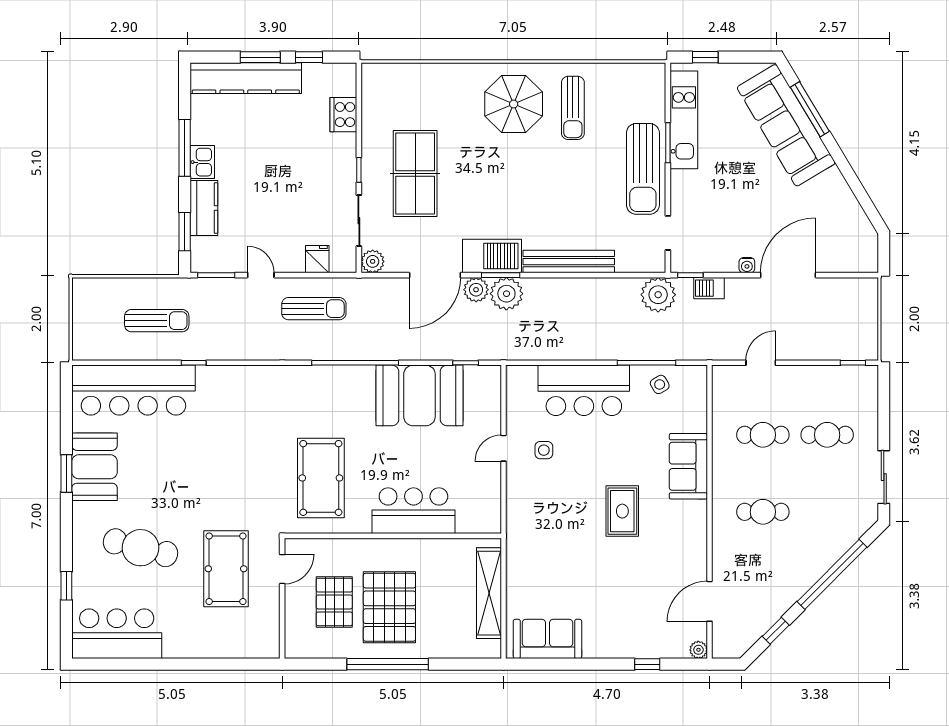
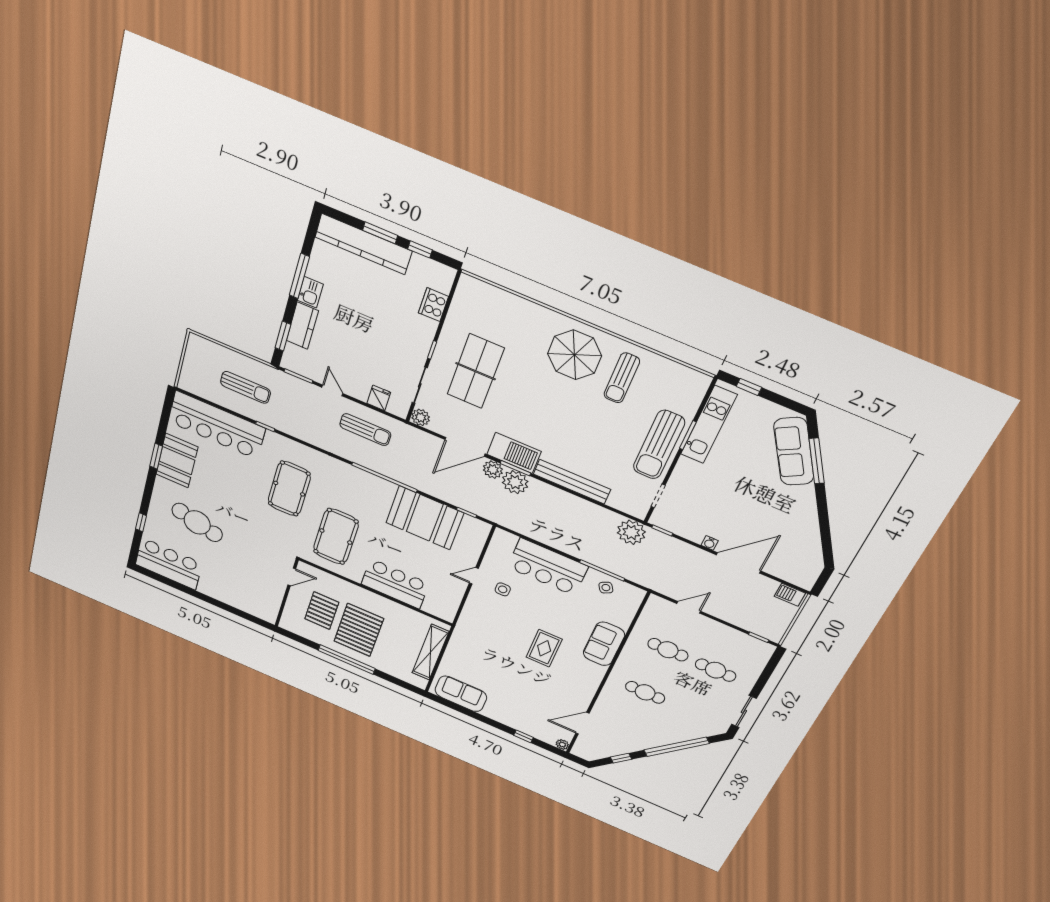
sofa: (786, 125) -> (794, 452), width x0.74, depth x0.79
barbecue: (709, 288) -> (790, 595), moved
pool table: (226, 569) -> (289, 489), moved

